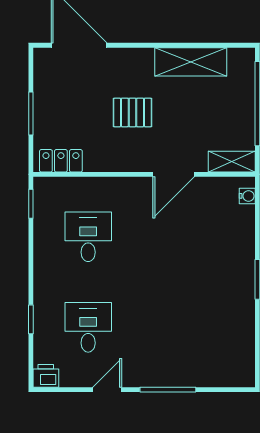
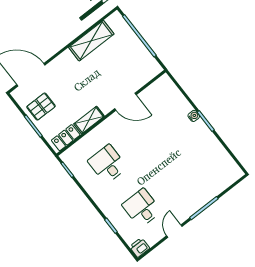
pallet: (132, 112) -> (41, 107), moved
shelving: (232, 162) -> (89, 120), moved
door: (174, 174) -> (125, 102), hinge flipped
water cooler: (247, 196) -> (194, 116), moved

